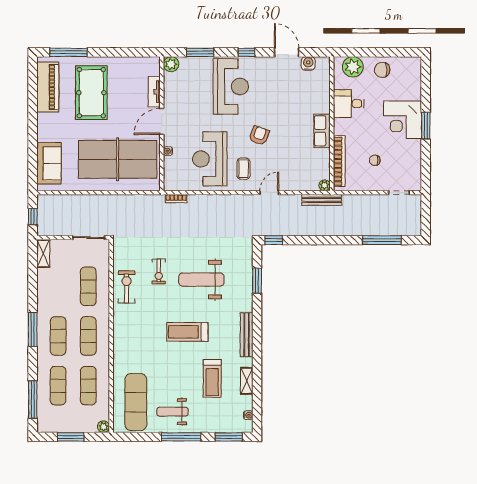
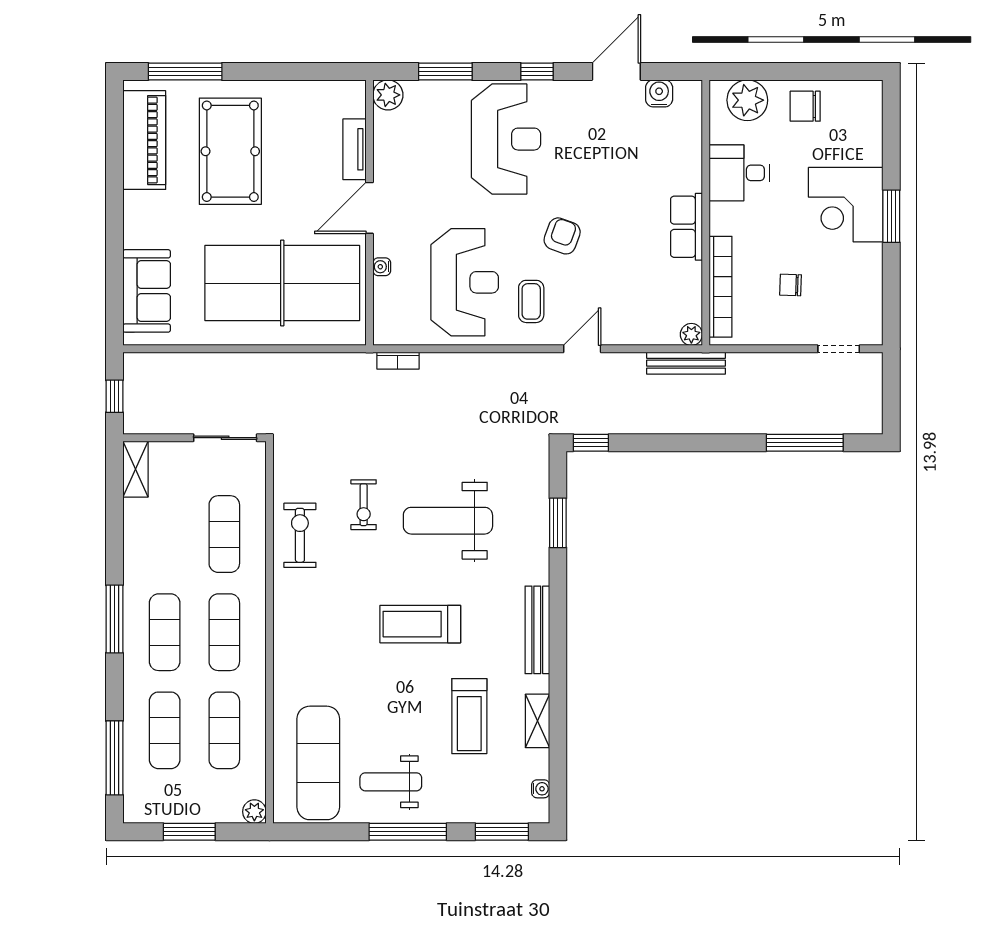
door: (287, 52) -> (616, 72), hinge flipped
reception desk: (210, 159) -> (465, 282), turned 180

